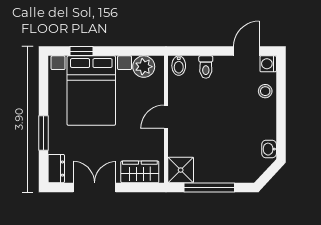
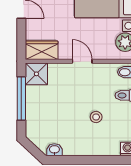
stool: (265, 91) -> (96, 117), moved
wardrobe: (140, 172) -> (42, 50), moved, turned -90

